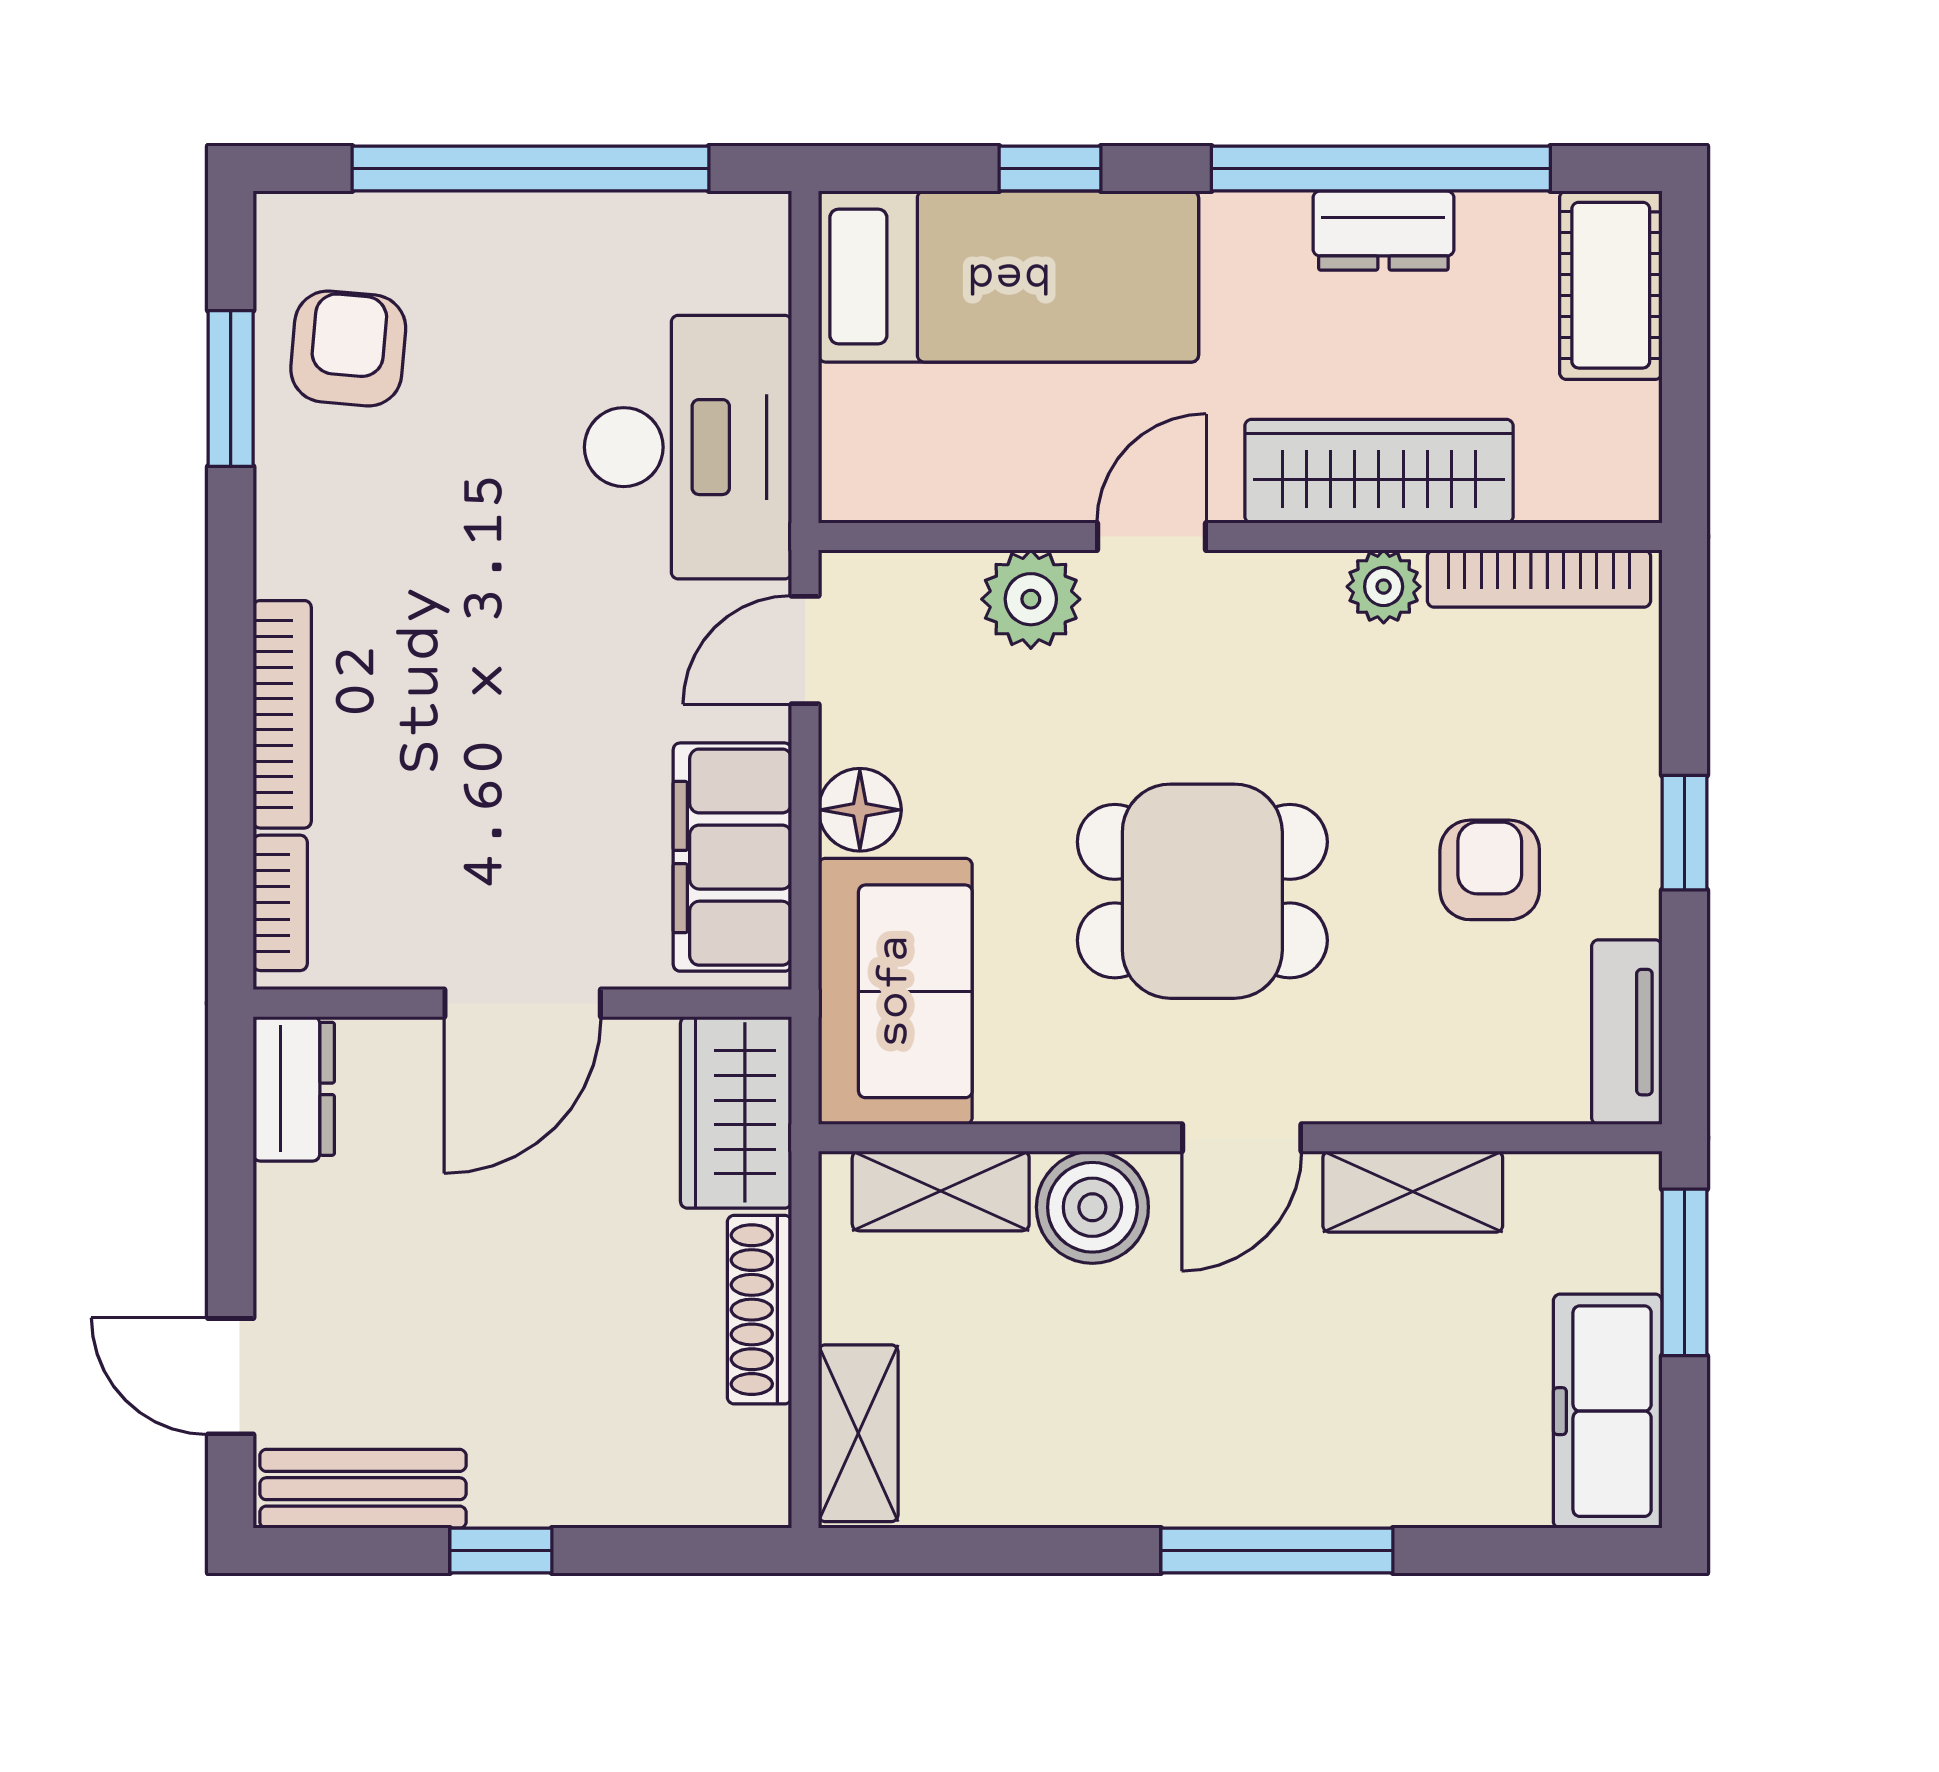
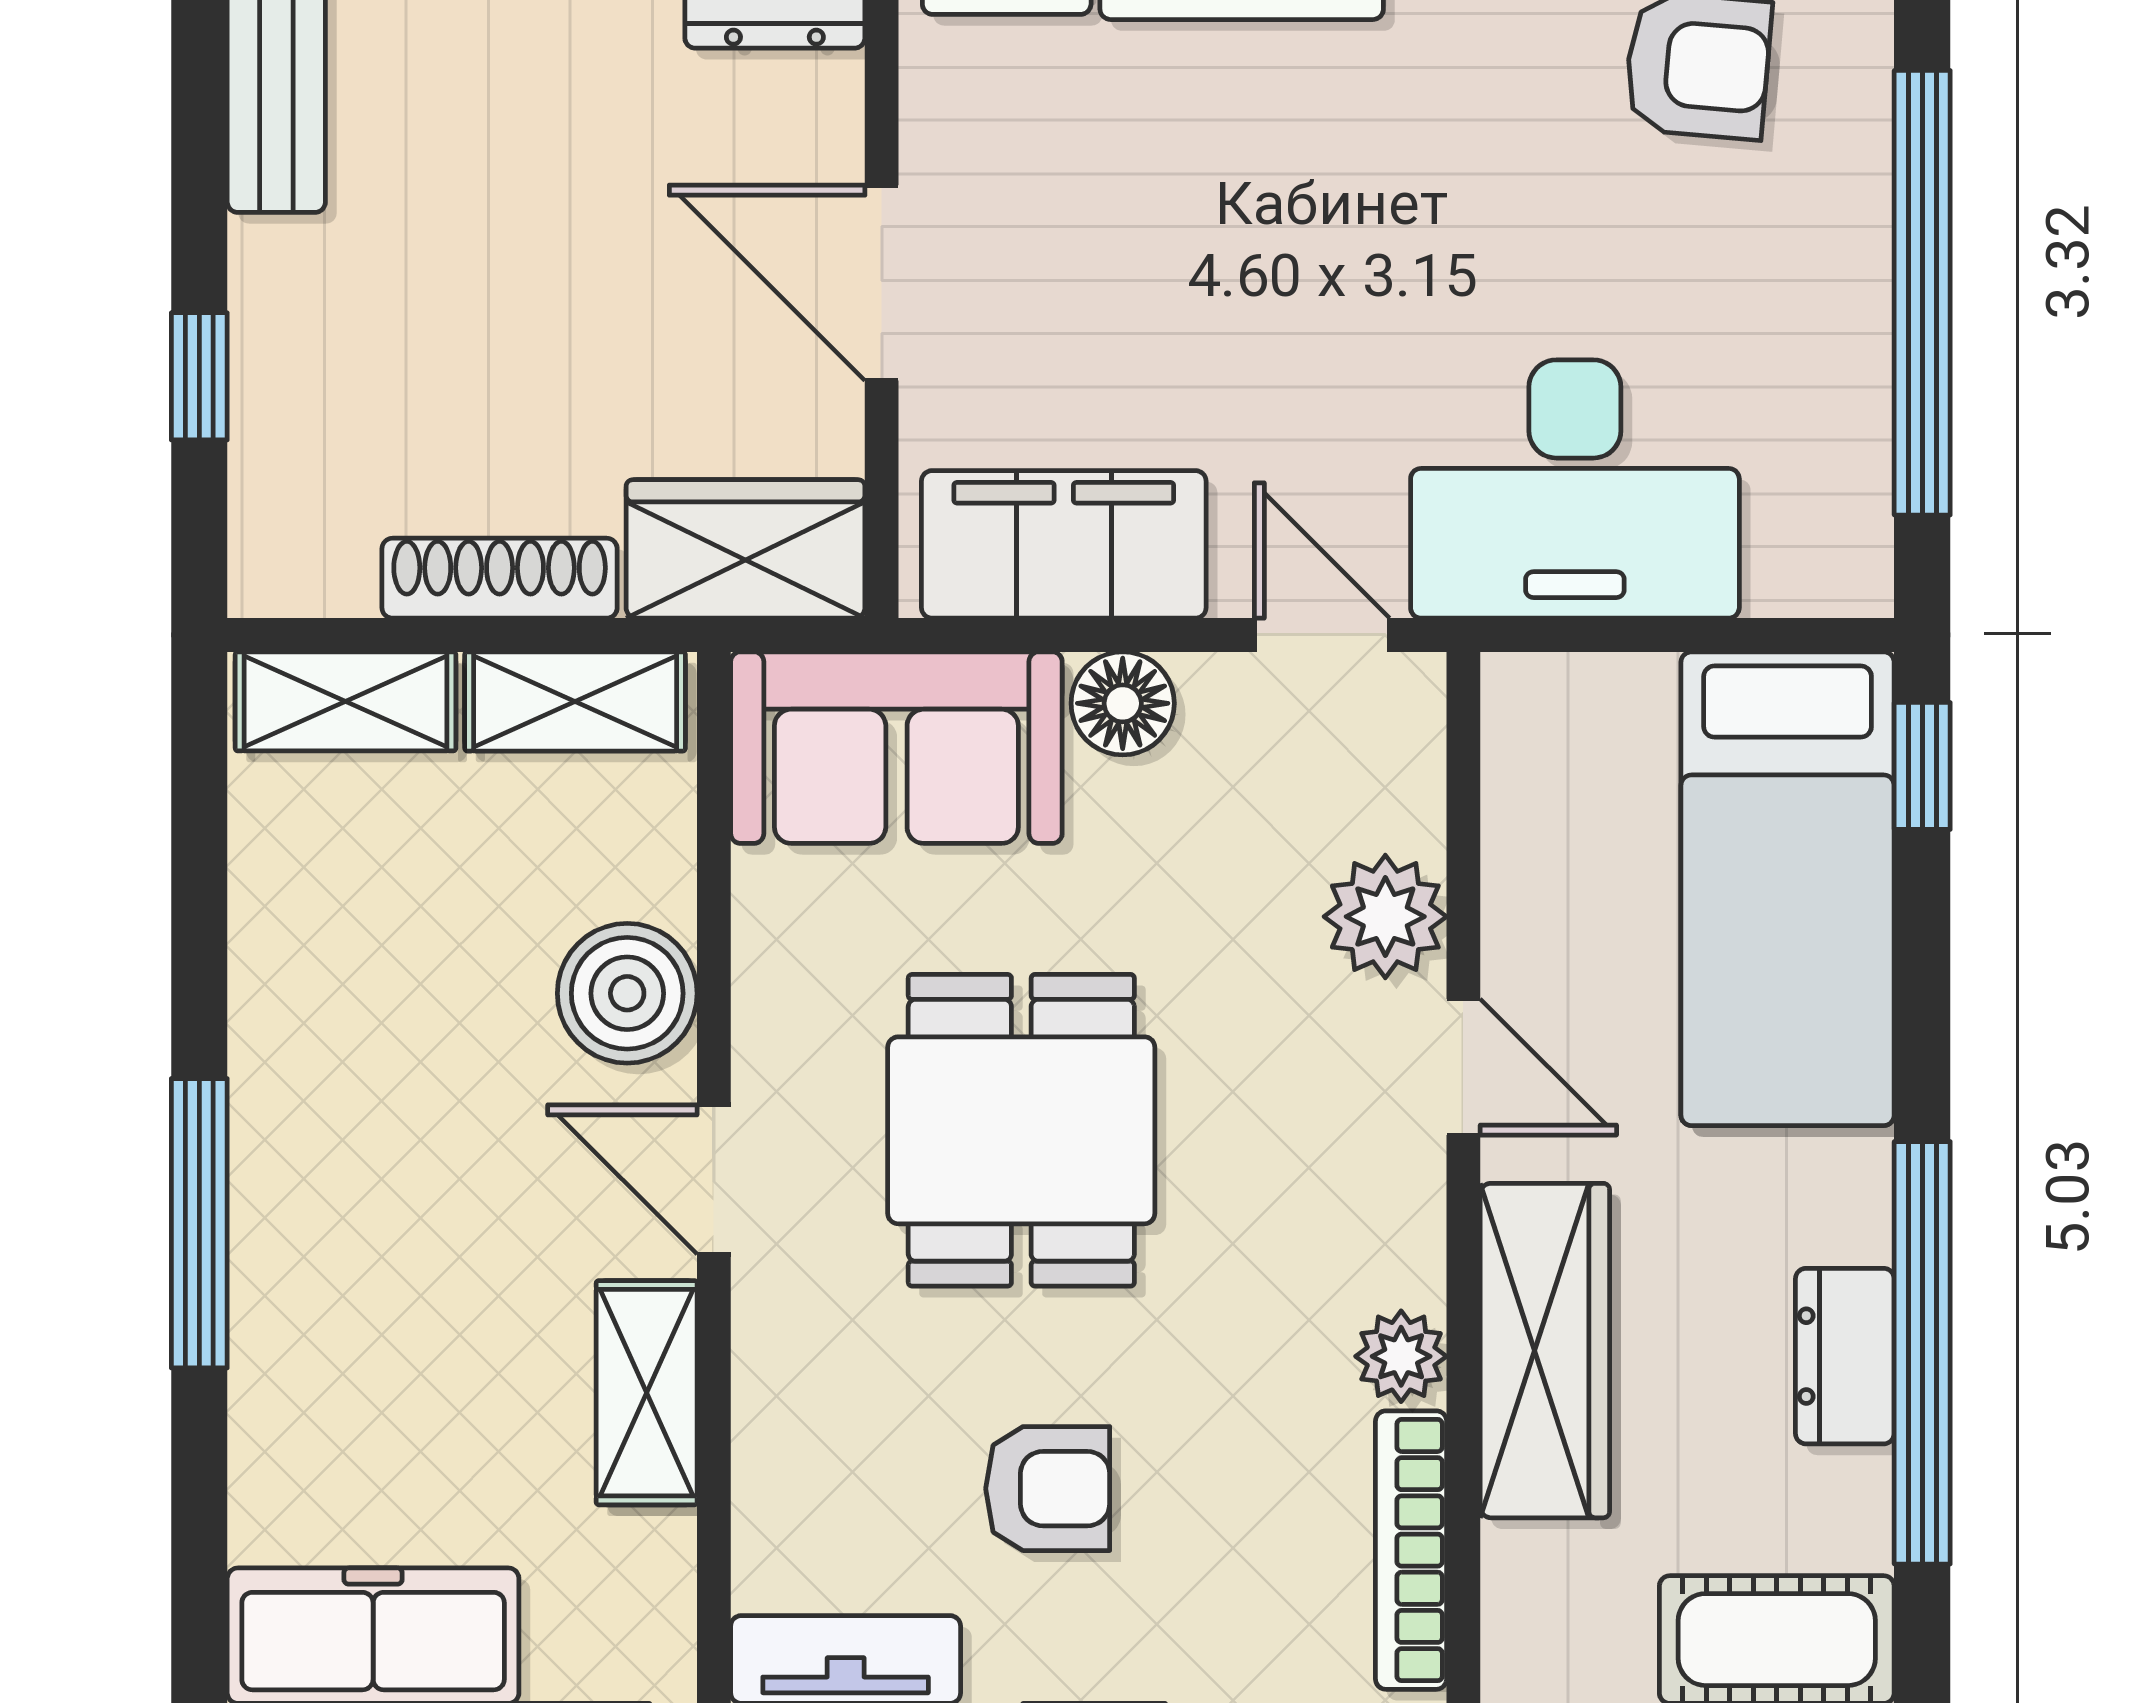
window: (1050, 169) -> (1922, 766), moved
shelving: (941, 1191) -> (575, 701), moved, turned 90
window: (501, 1551) -> (199, 376), moved

